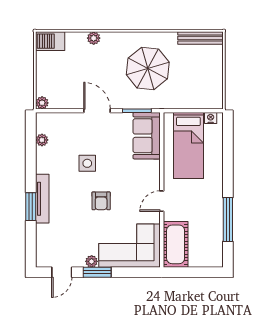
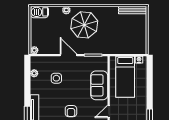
parasol: (148, 68) -> (84, 25), moved
sofa: (147, 136) -> (99, 85), moved
side table: (87, 163) -> (56, 78), moved

